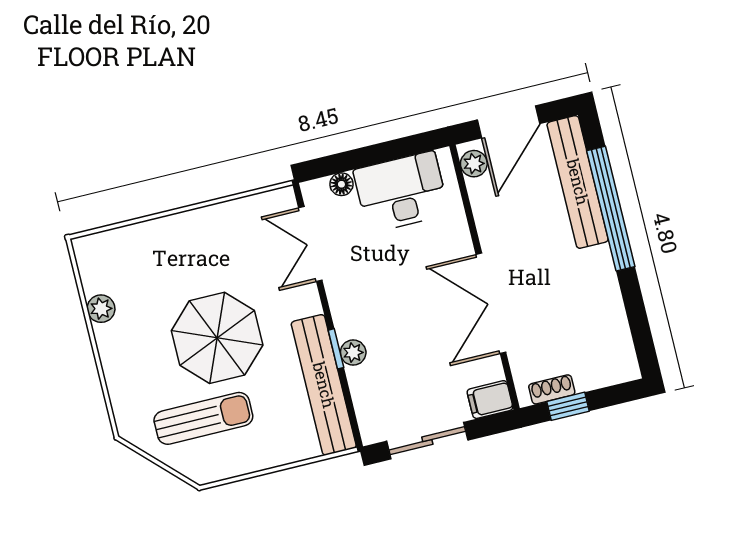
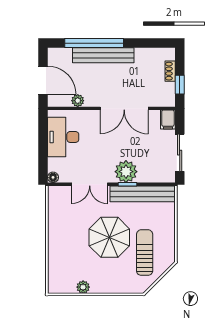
plant: (474, 164) -> (78, 101), moved
bench: (578, 182) -> (103, 55), moved
floor lamp: (341, 184) -> (53, 177), moved
double door: (310, 244) -> (90, 184), moved
plant: (353, 353) -> (126, 172), width x1.88, depth x1.88
shoe rack: (552, 389) -> (170, 71), moved

